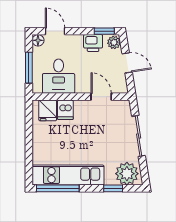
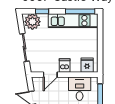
door: (101, 97) -> (50, 75), hinge flipped
dishwasher: (65, 110) -> (65, 65), moved

